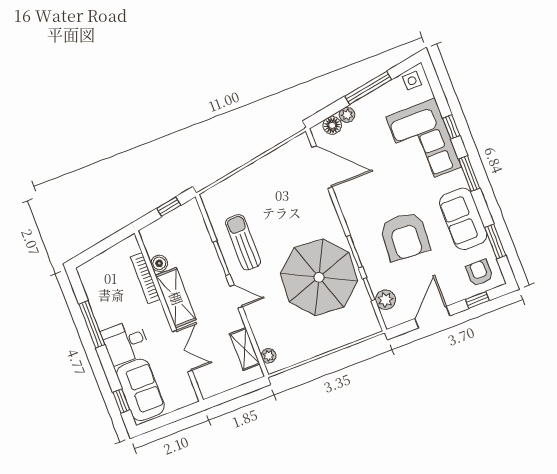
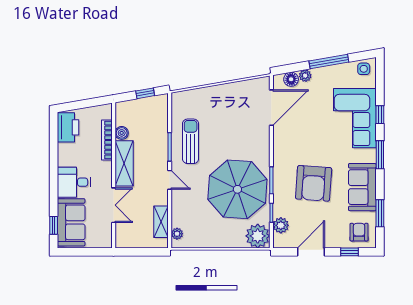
door: (322, 167) -> (271, 108), hinge flipped
printer: (94, 281) -> (68, 127), added
plant: (363, 322) -> (258, 236), added
window: (92, 324) -> (54, 159), removed

